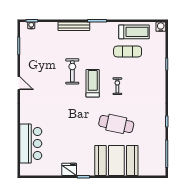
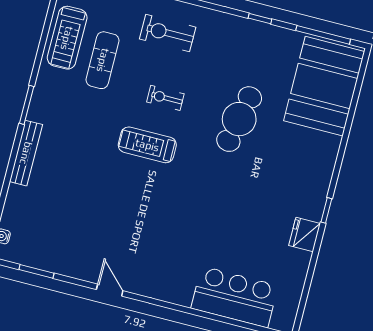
treadmill: (134, 32) -> (67, 38), turned 180
exercise bike: (72, 71) -> (168, 33), moved
door: (19, 83) -> (110, 290), hinge flipped
booth: (116, 160) -> (324, 86), moved

